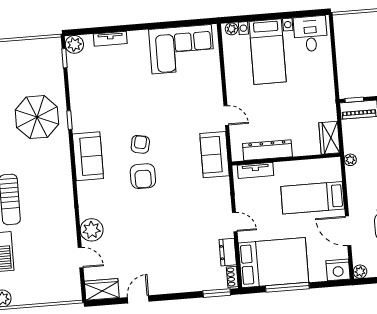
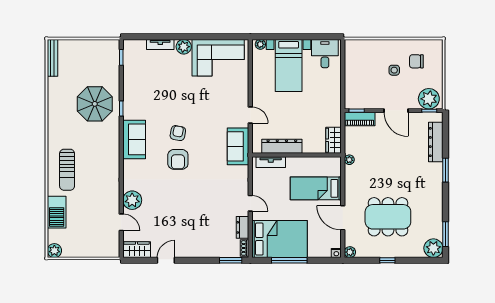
plant: (74, 44) -> (184, 47), moved
nightstand: (338, 270) -> (336, 253), width x0.53, depth x0.56

